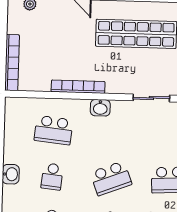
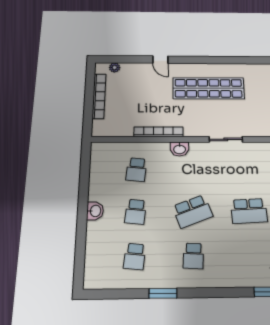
bookcase: (12, 63) -> (99, 96), moved
school desk: (54, 130) -> (136, 170), width x0.54

